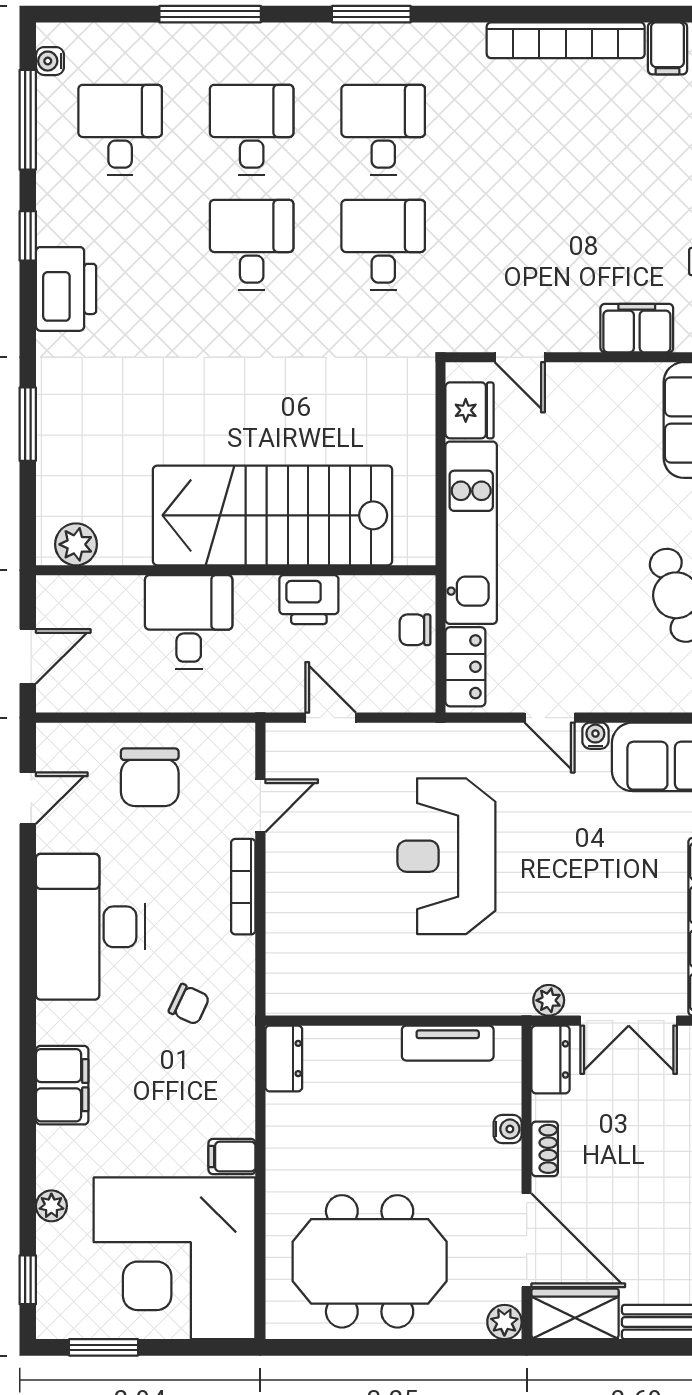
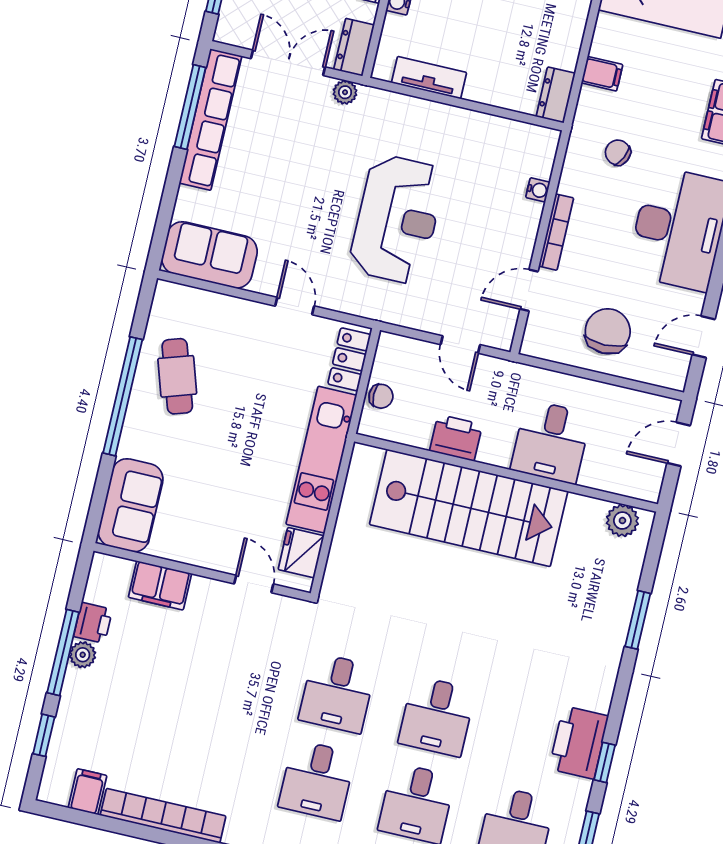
printer: (66, 289) -> (579, 742), moved
water cooler: (595, 736) -> (538, 190), moved, turned -90
filing cabinet: (232, 1157) -> (602, 74), moved

